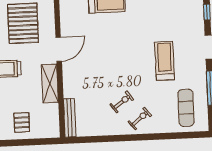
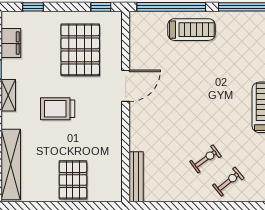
shelving: (50, 83) -> (112, 130), removed
pallet: (22, 122) -> (73, 180), width x1.50, depth x1.42

